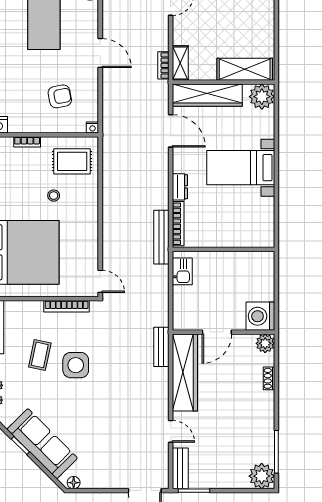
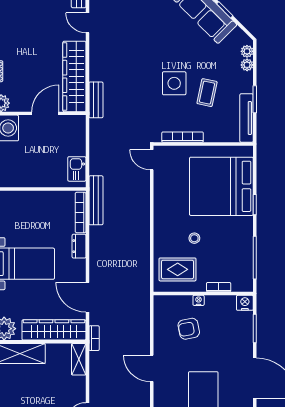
bookcase: (163, 65) -> (94, 338), moved
nightstand: (92, 127) -> (199, 300), moved

